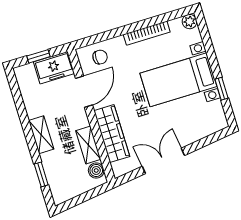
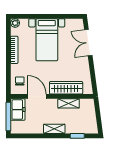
window: (38, 56) -> (8, 117), width x2.17
window: (221, 89) -> (60, 16), removed
double door: (163, 161) -> (88, 43), moved
boiler: (96, 170) -> (85, 103), removed

